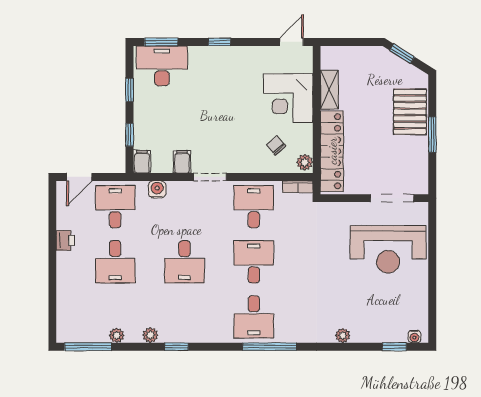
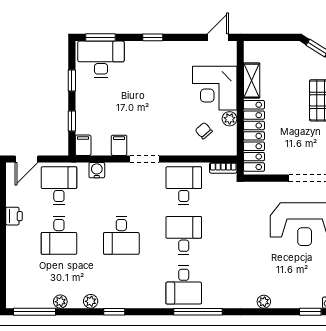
plant: (305, 162) -> (230, 119), moved

